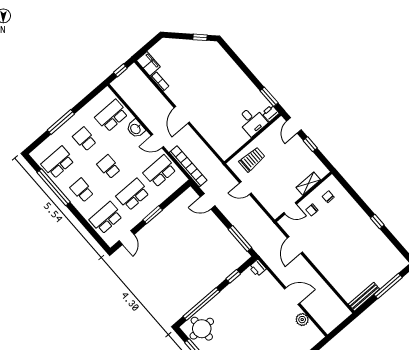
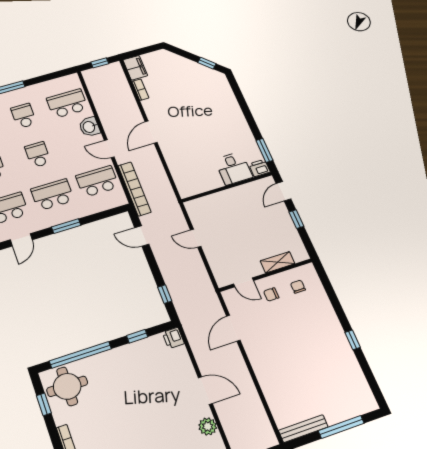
trolley: (252, 159) -> (217, 210), removed
window: (240, 239) -> (165, 294), width x0.46

